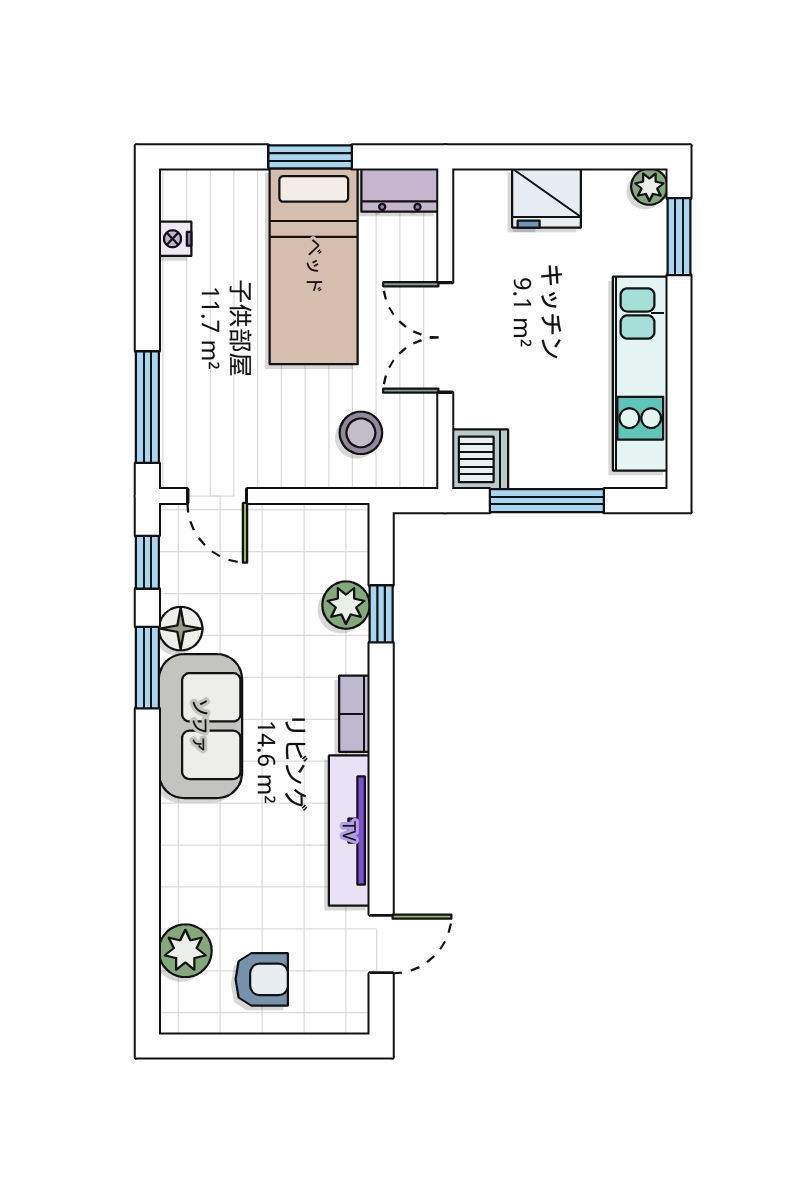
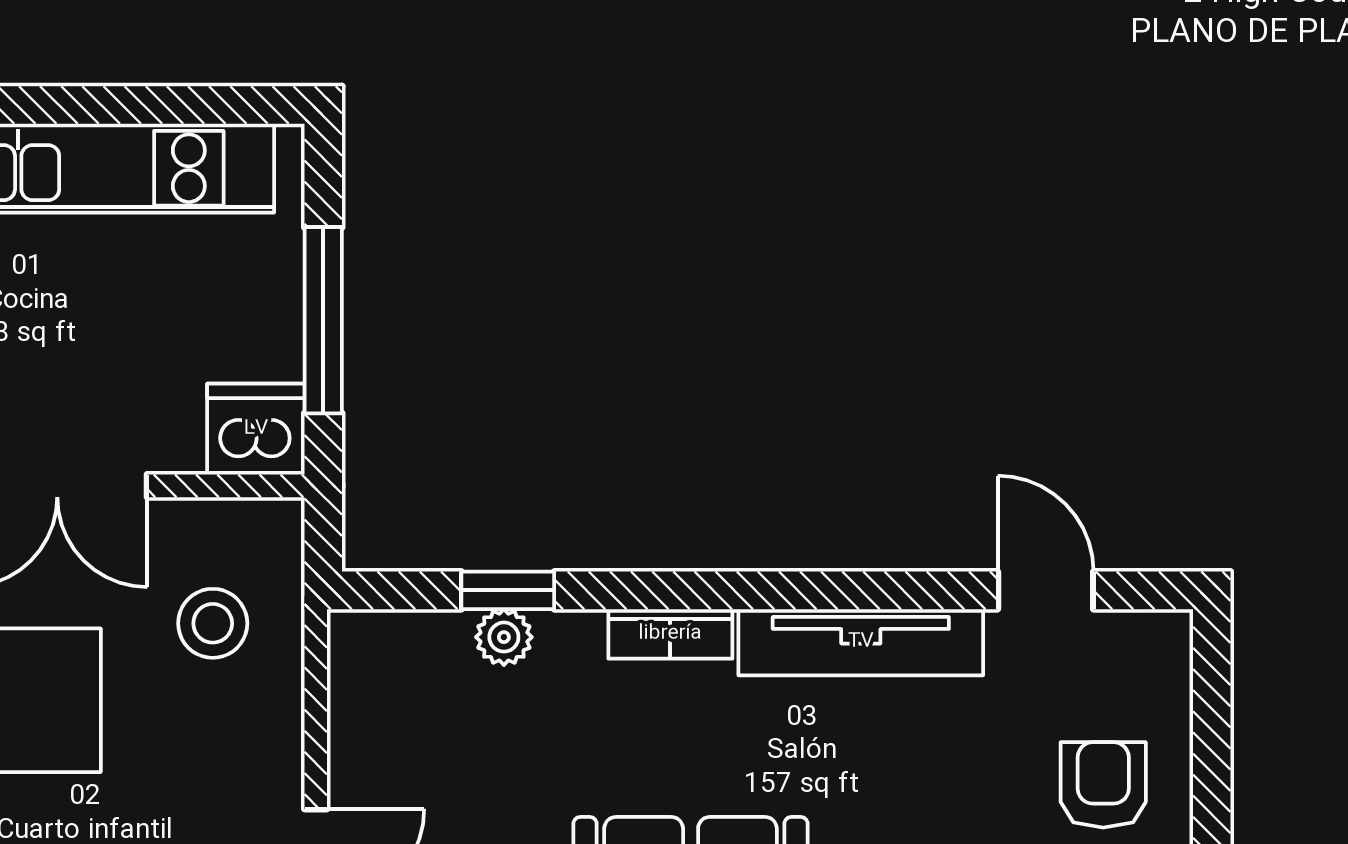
plant: (346, 605) -> (504, 637), width x0.73, depth x0.73

